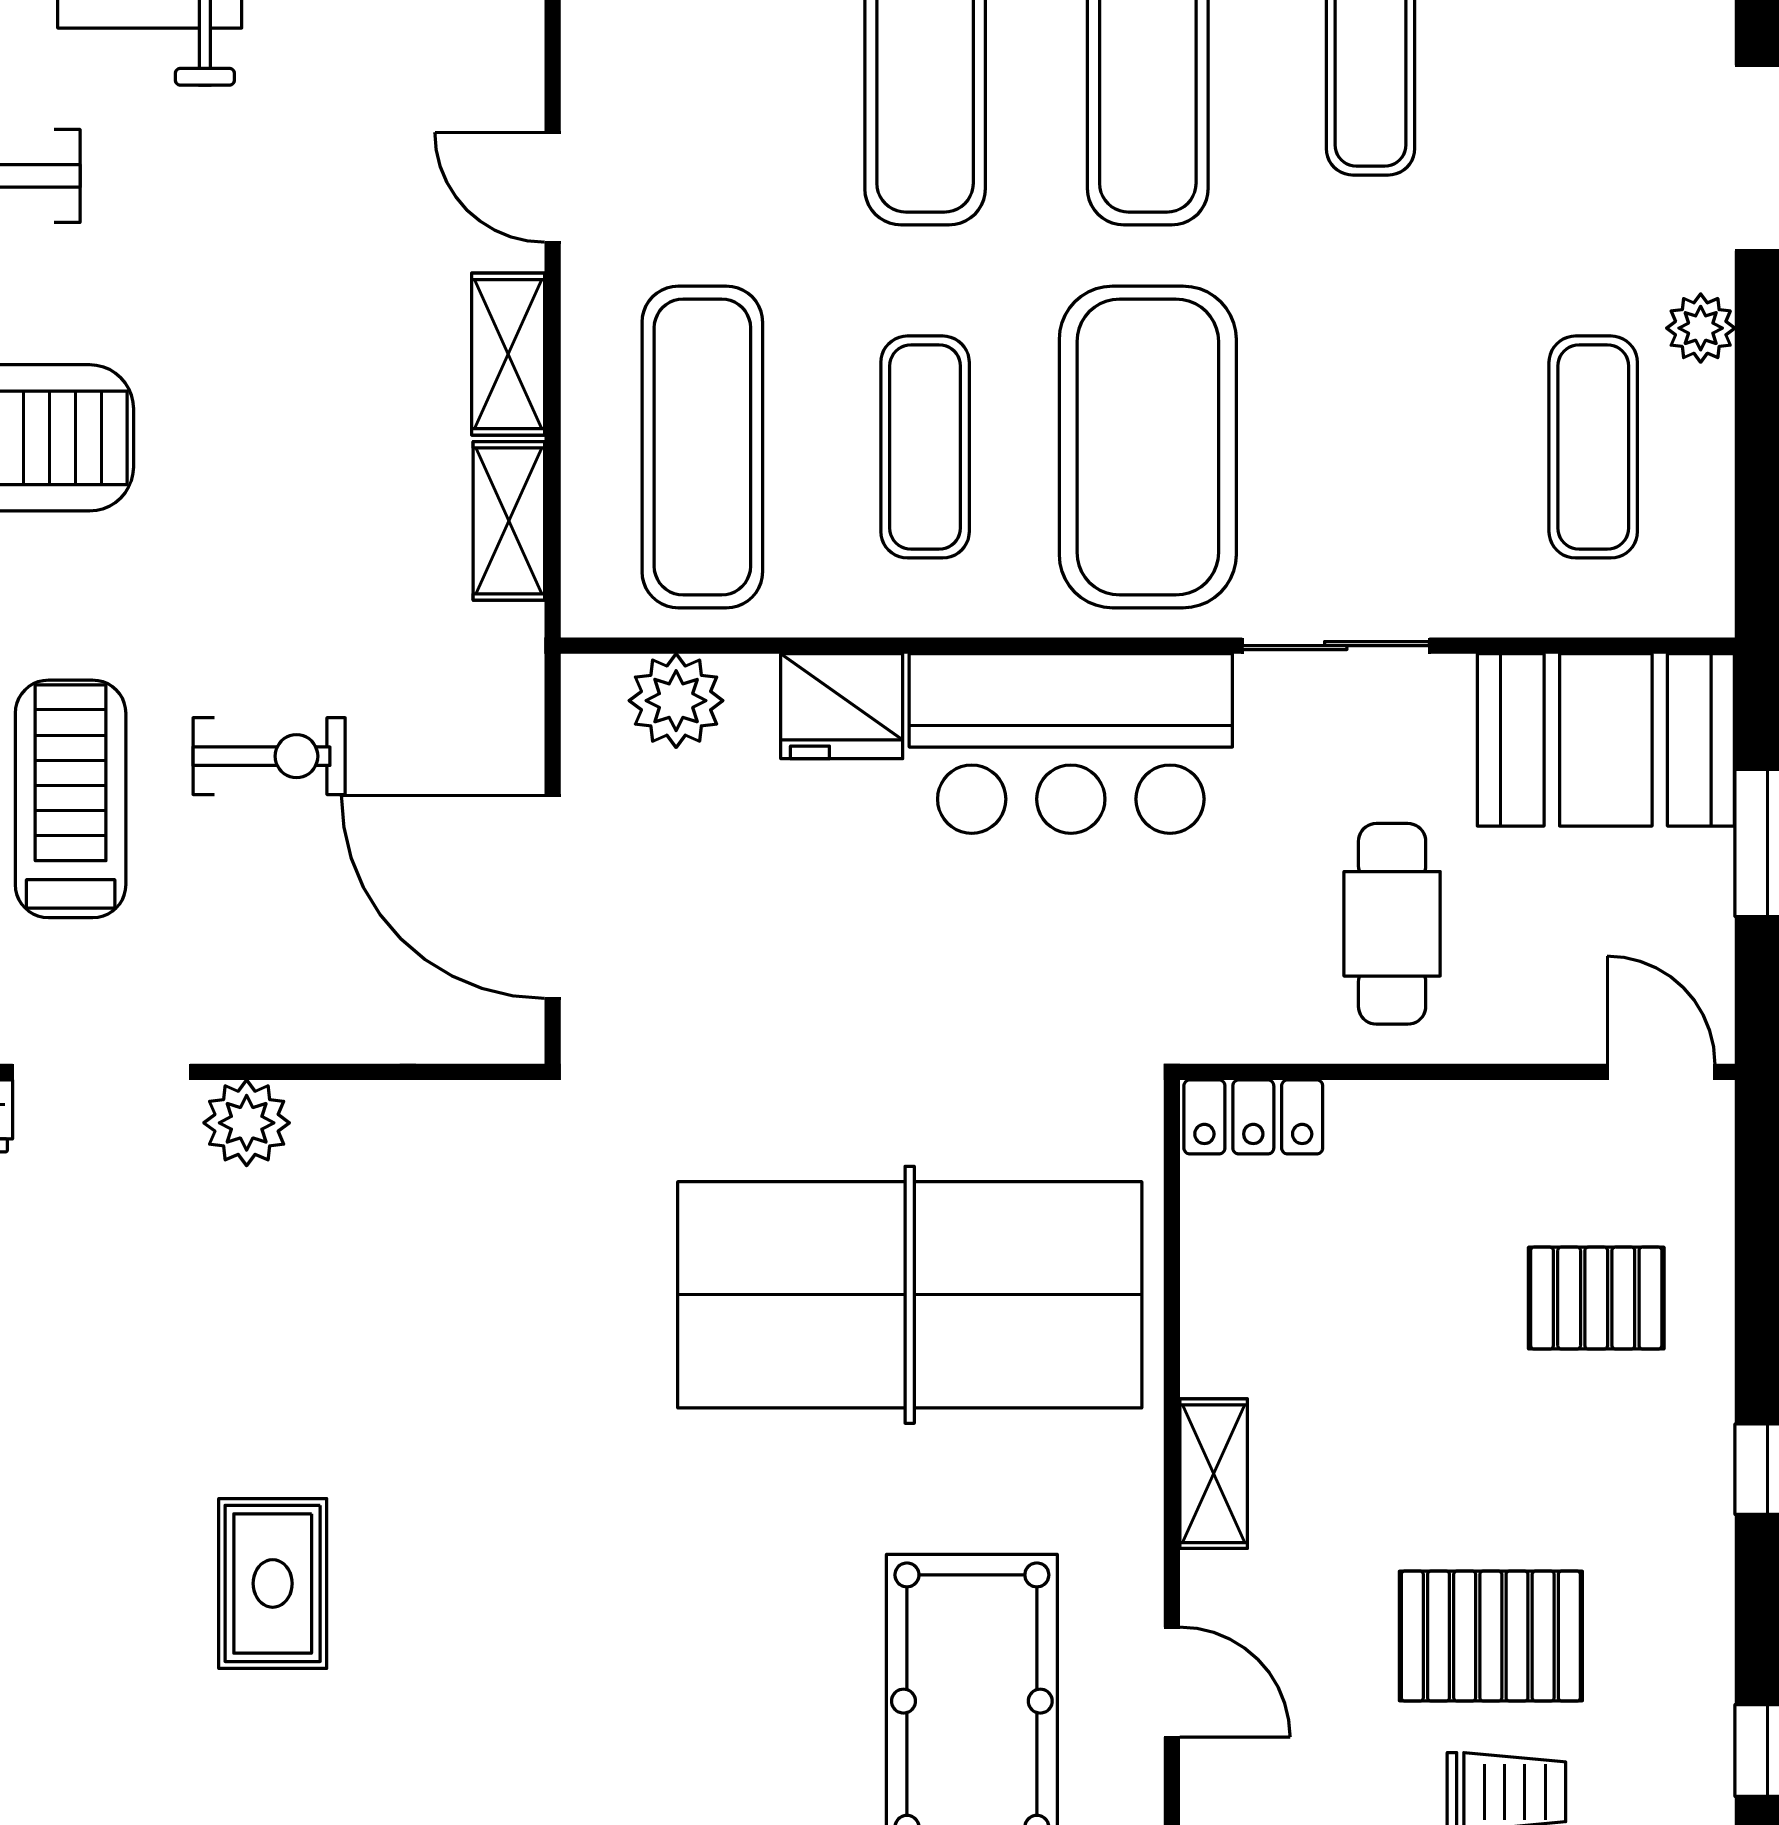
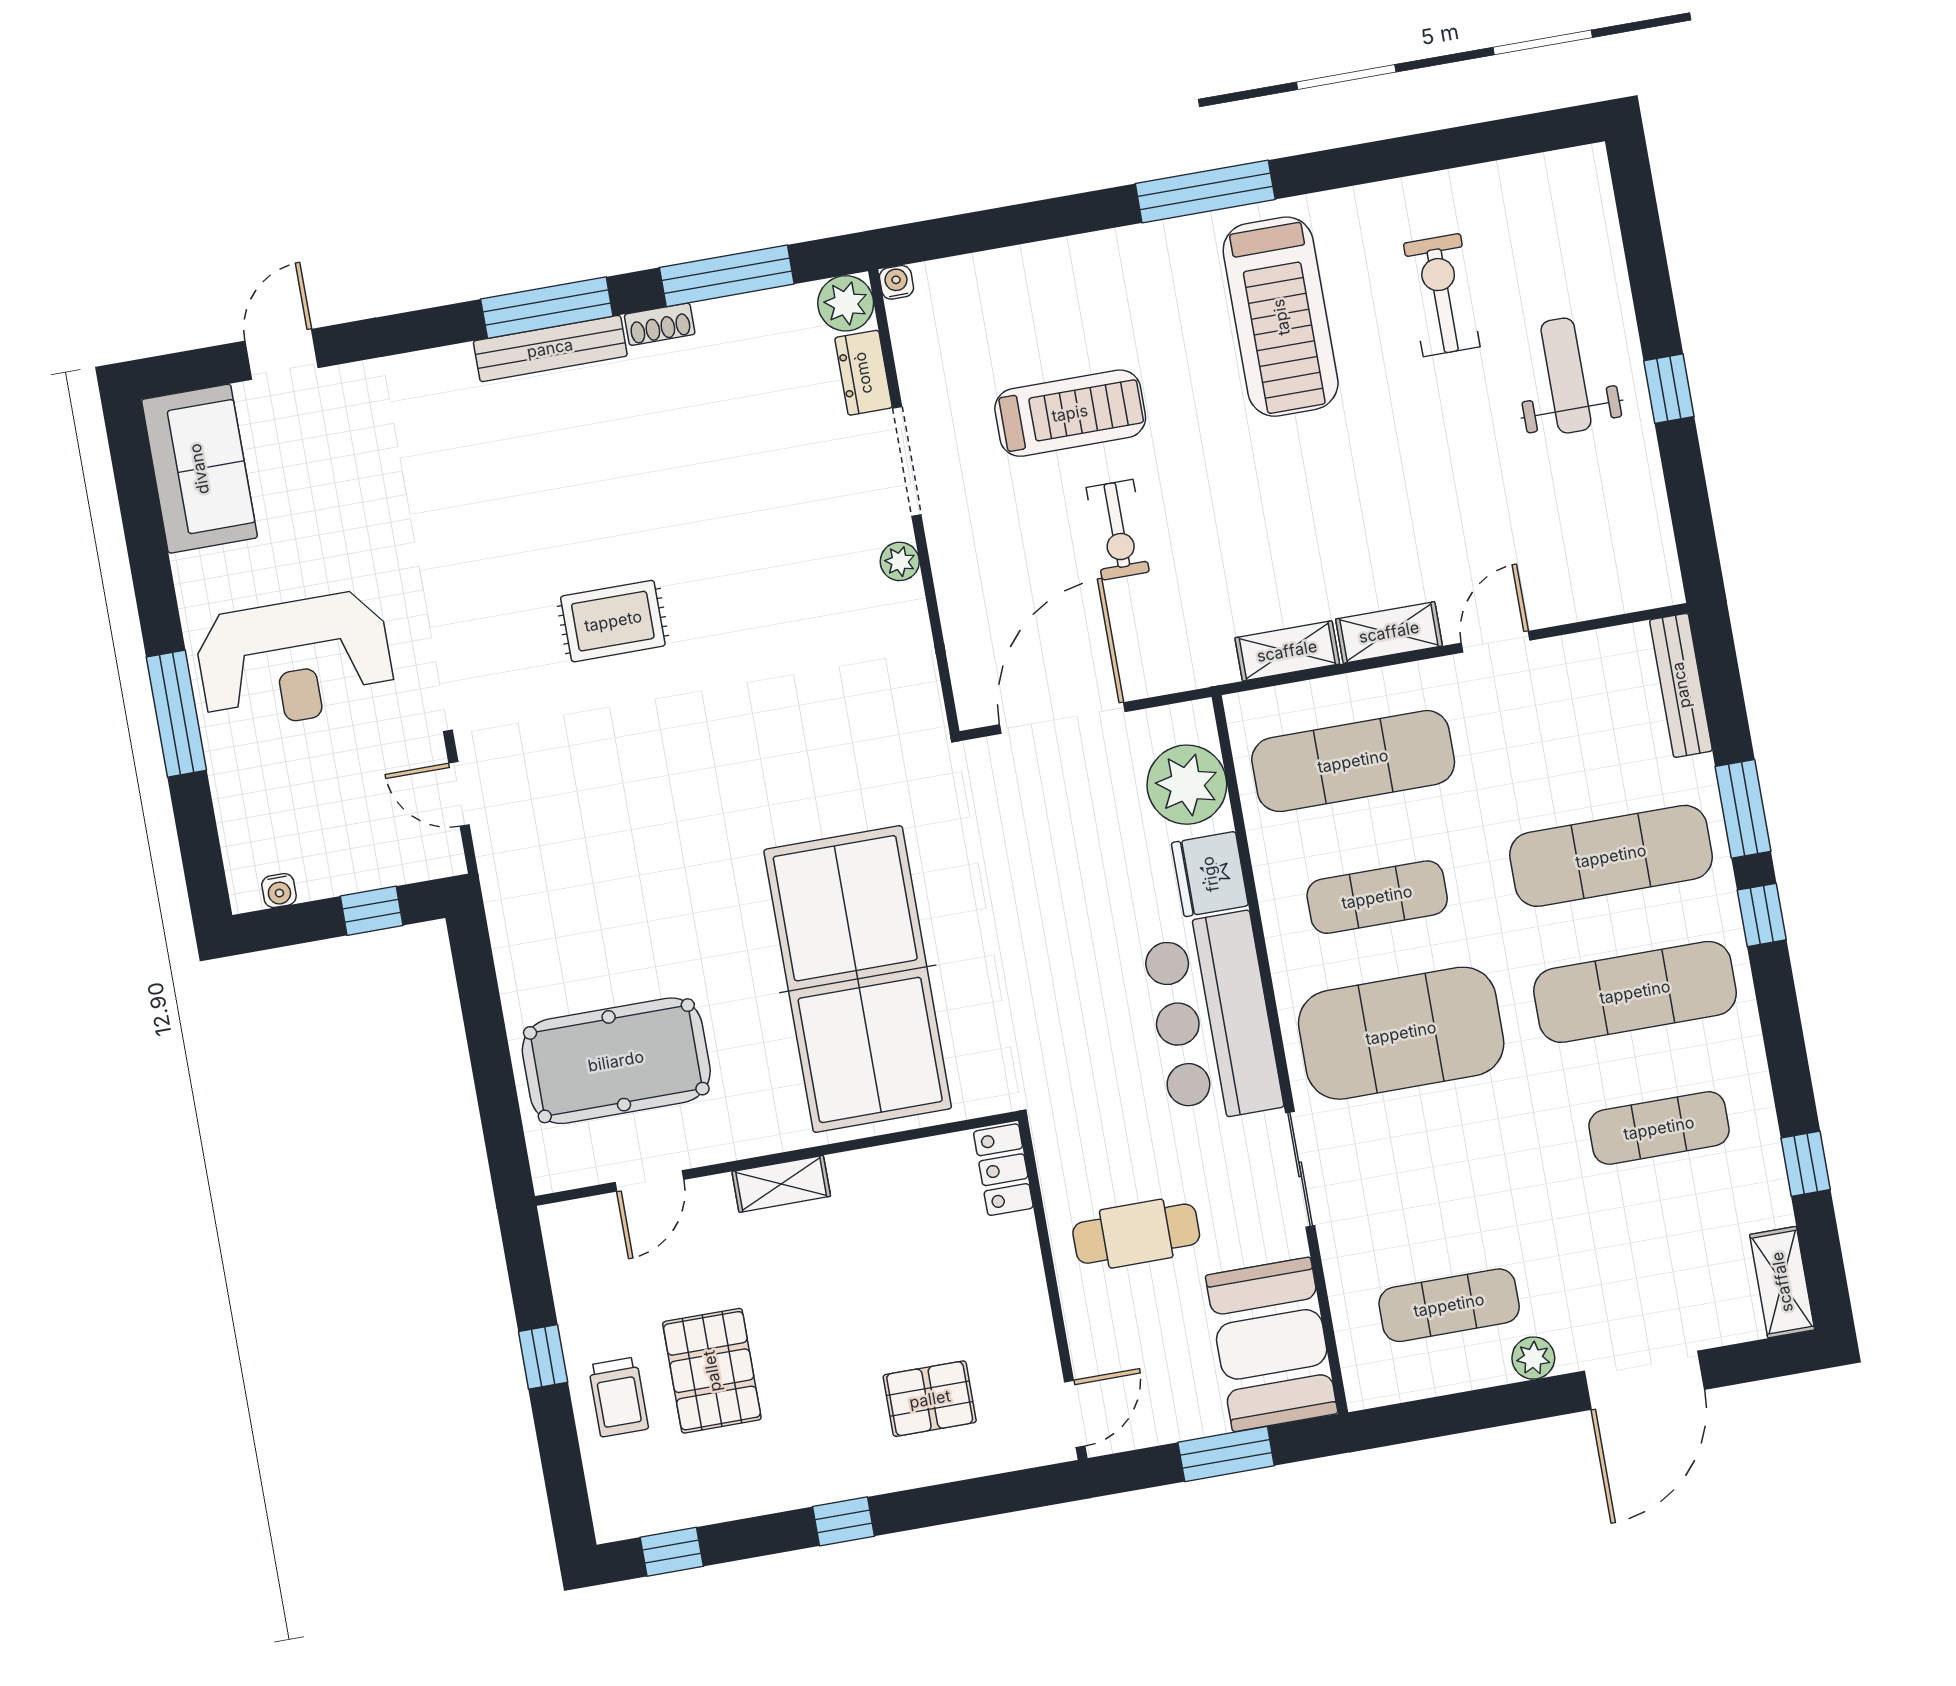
plant: (676, 701) -> (1187, 785), width x1.36, depth x1.36
plant: (247, 1123) -> (900, 561), width x0.73, depth x0.73
pallet: (1596, 1298) -> (930, 1399), turned 90

